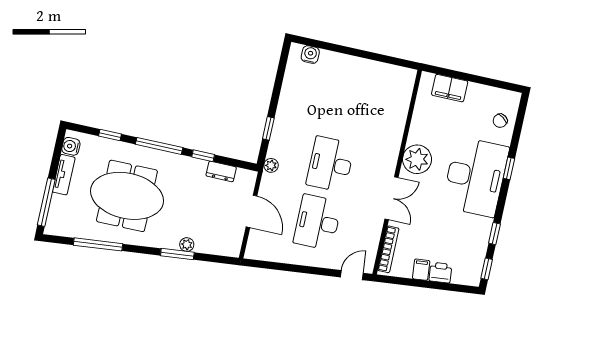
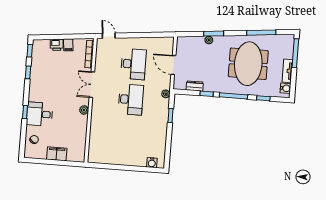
filing cabinet: (450, 88) -> (57, 154), moved
plant: (417, 159) -> (84, 110), width x0.53, depth x0.53
desk: (475, 177) -> (40, 114), width x0.53, depth x0.77
meeting table: (127, 196) -> (248, 64), turned 90
door: (352, 275) -> (109, 36), swing flipped

